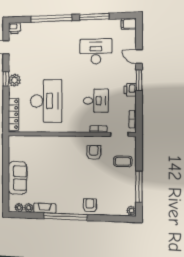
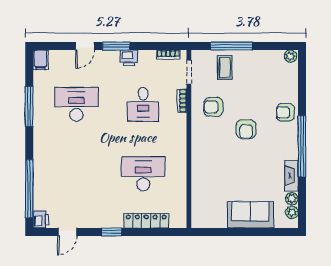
window: (51, 18) -> (29, 189), moved
desk: (96, 51) -> (76, 104), turned 90
plant: (15, 80) -> (114, 219), removed
desk: (46, 101) -> (143, 174), width x0.73, depth x0.77
desk: (96, 101) -> (143, 104), turned 180
locker: (14, 114) -> (146, 221), moved
armchair: (78, 176) -> (246, 129), added
window: (139, 187) -> (231, 46), moved

